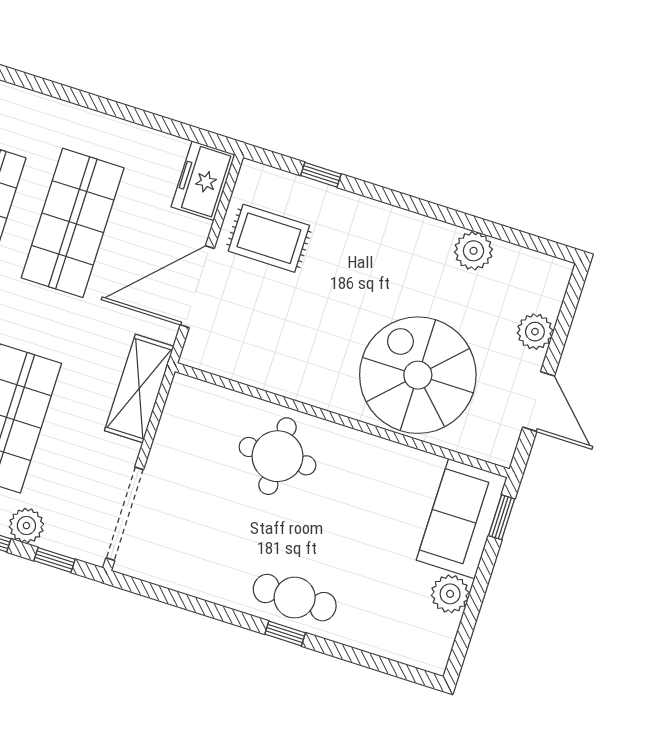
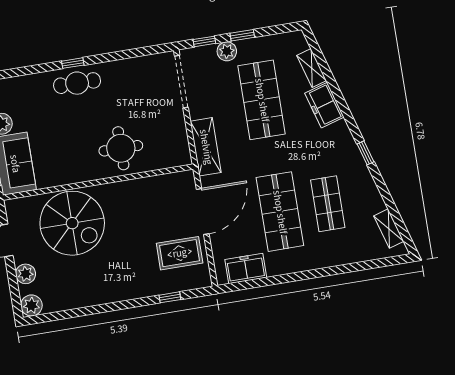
freezer: (203, 181) -> (246, 269), moved, turned -90
plant: (473, 251) -> (31, 305), moved

